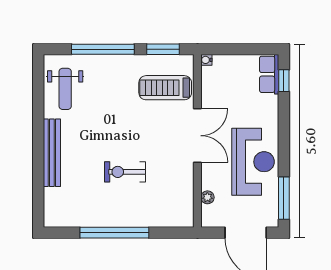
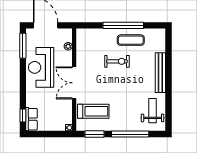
exercise mat: (102, 208) -> (131, 40), added

